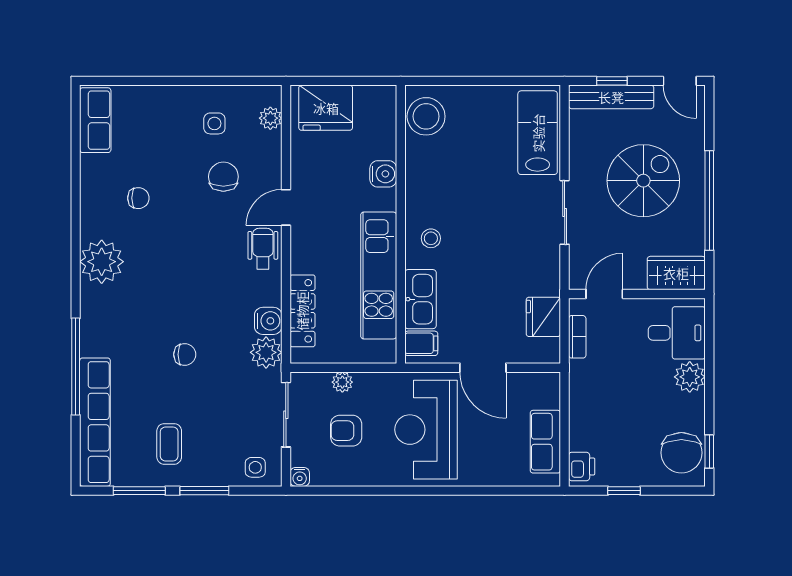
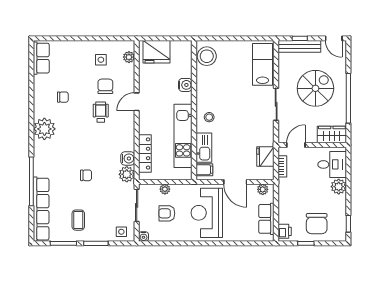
wheelchair: (263, 249) -> (101, 112), moved
plant: (538, 383) -> (263, 189), added
chair: (681, 453) -> (317, 224), moved

